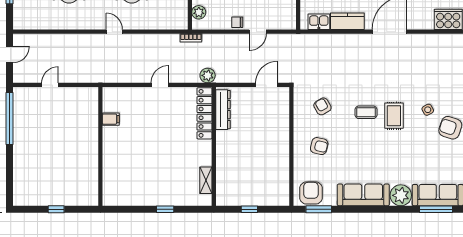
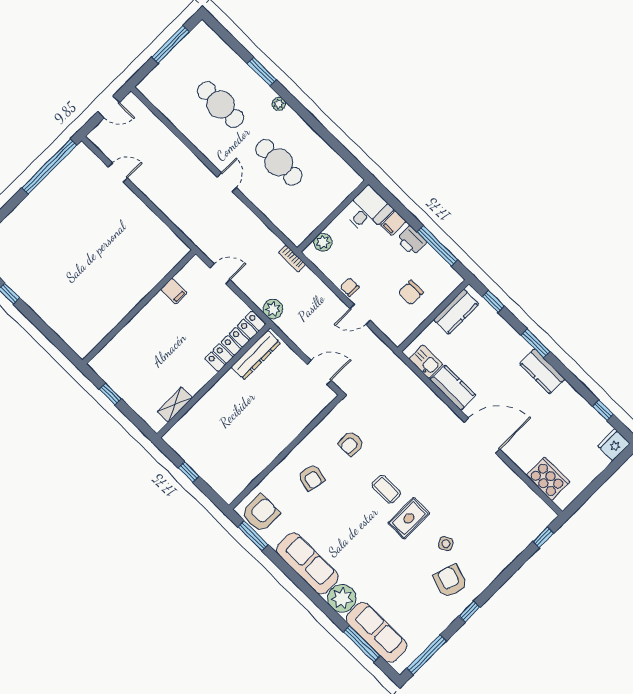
armchair: (322, 106) -> (351, 444), turned -149
filing cabinet: (111, 119) -> (174, 291), moved
wall: (100, 146) -> (139, 307), moved

